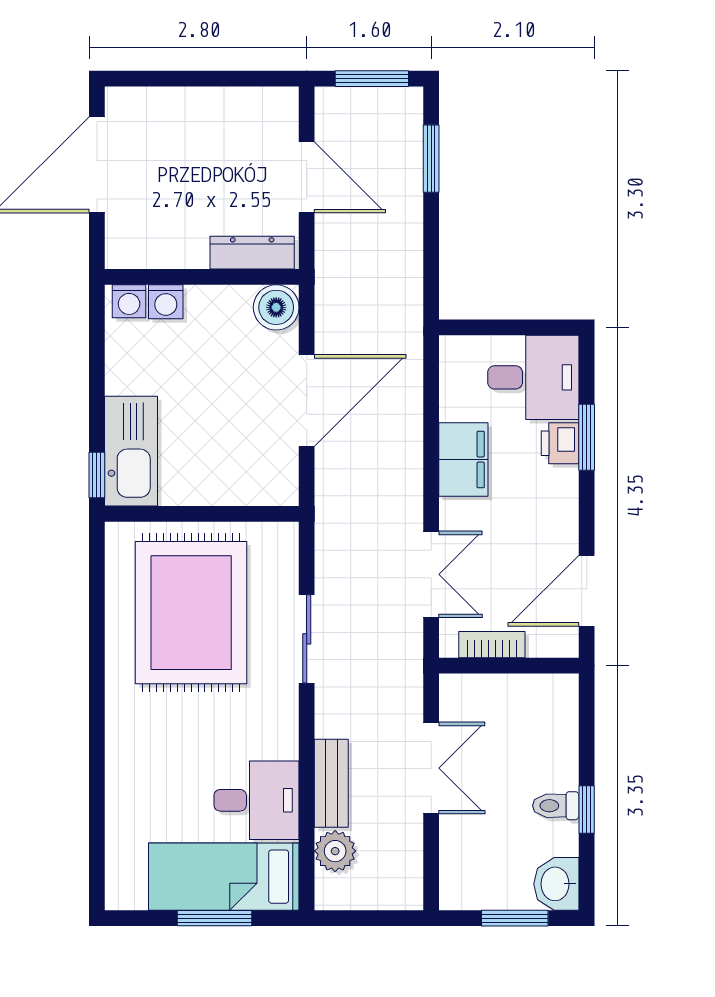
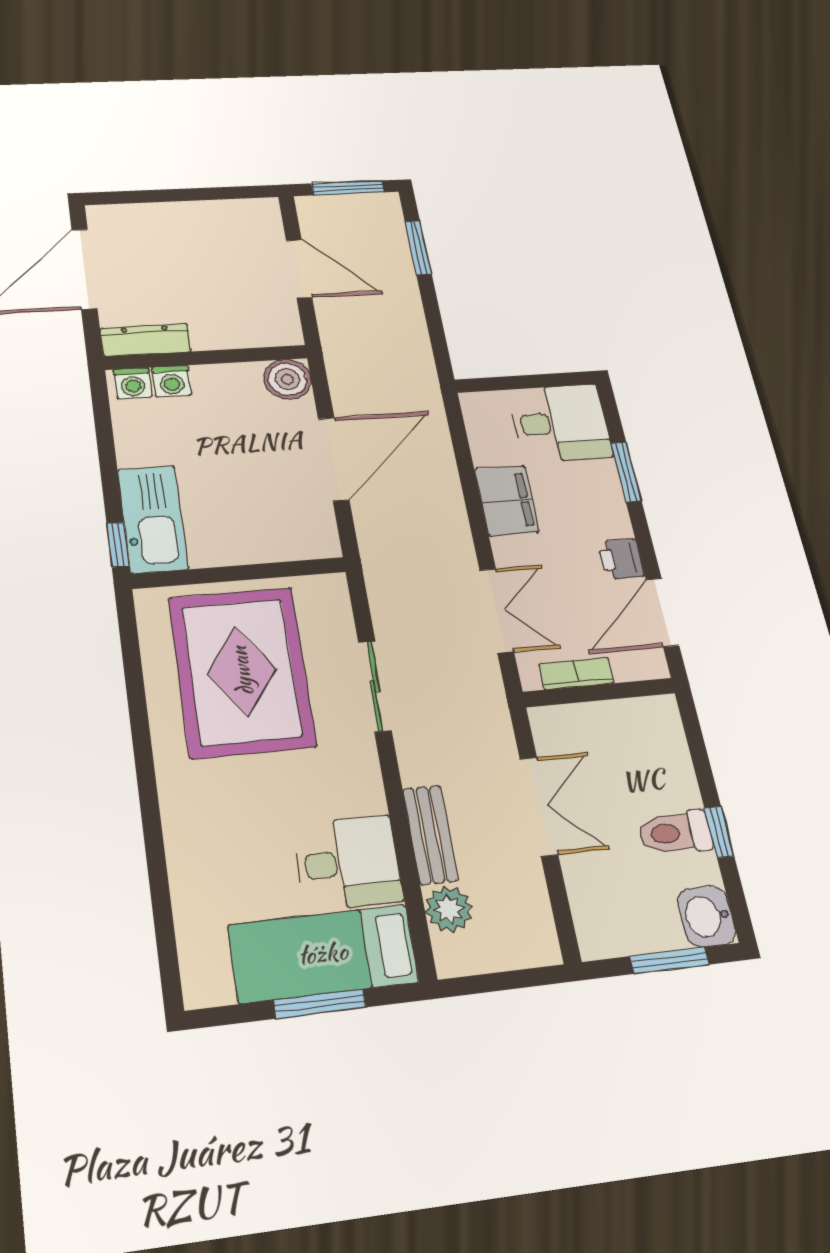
dresser: (252, 253) -> (146, 340), moved
printer: (560, 443) -> (621, 559), moved
toilet: (556, 806) -> (675, 833), width x1.37, depth x1.39

